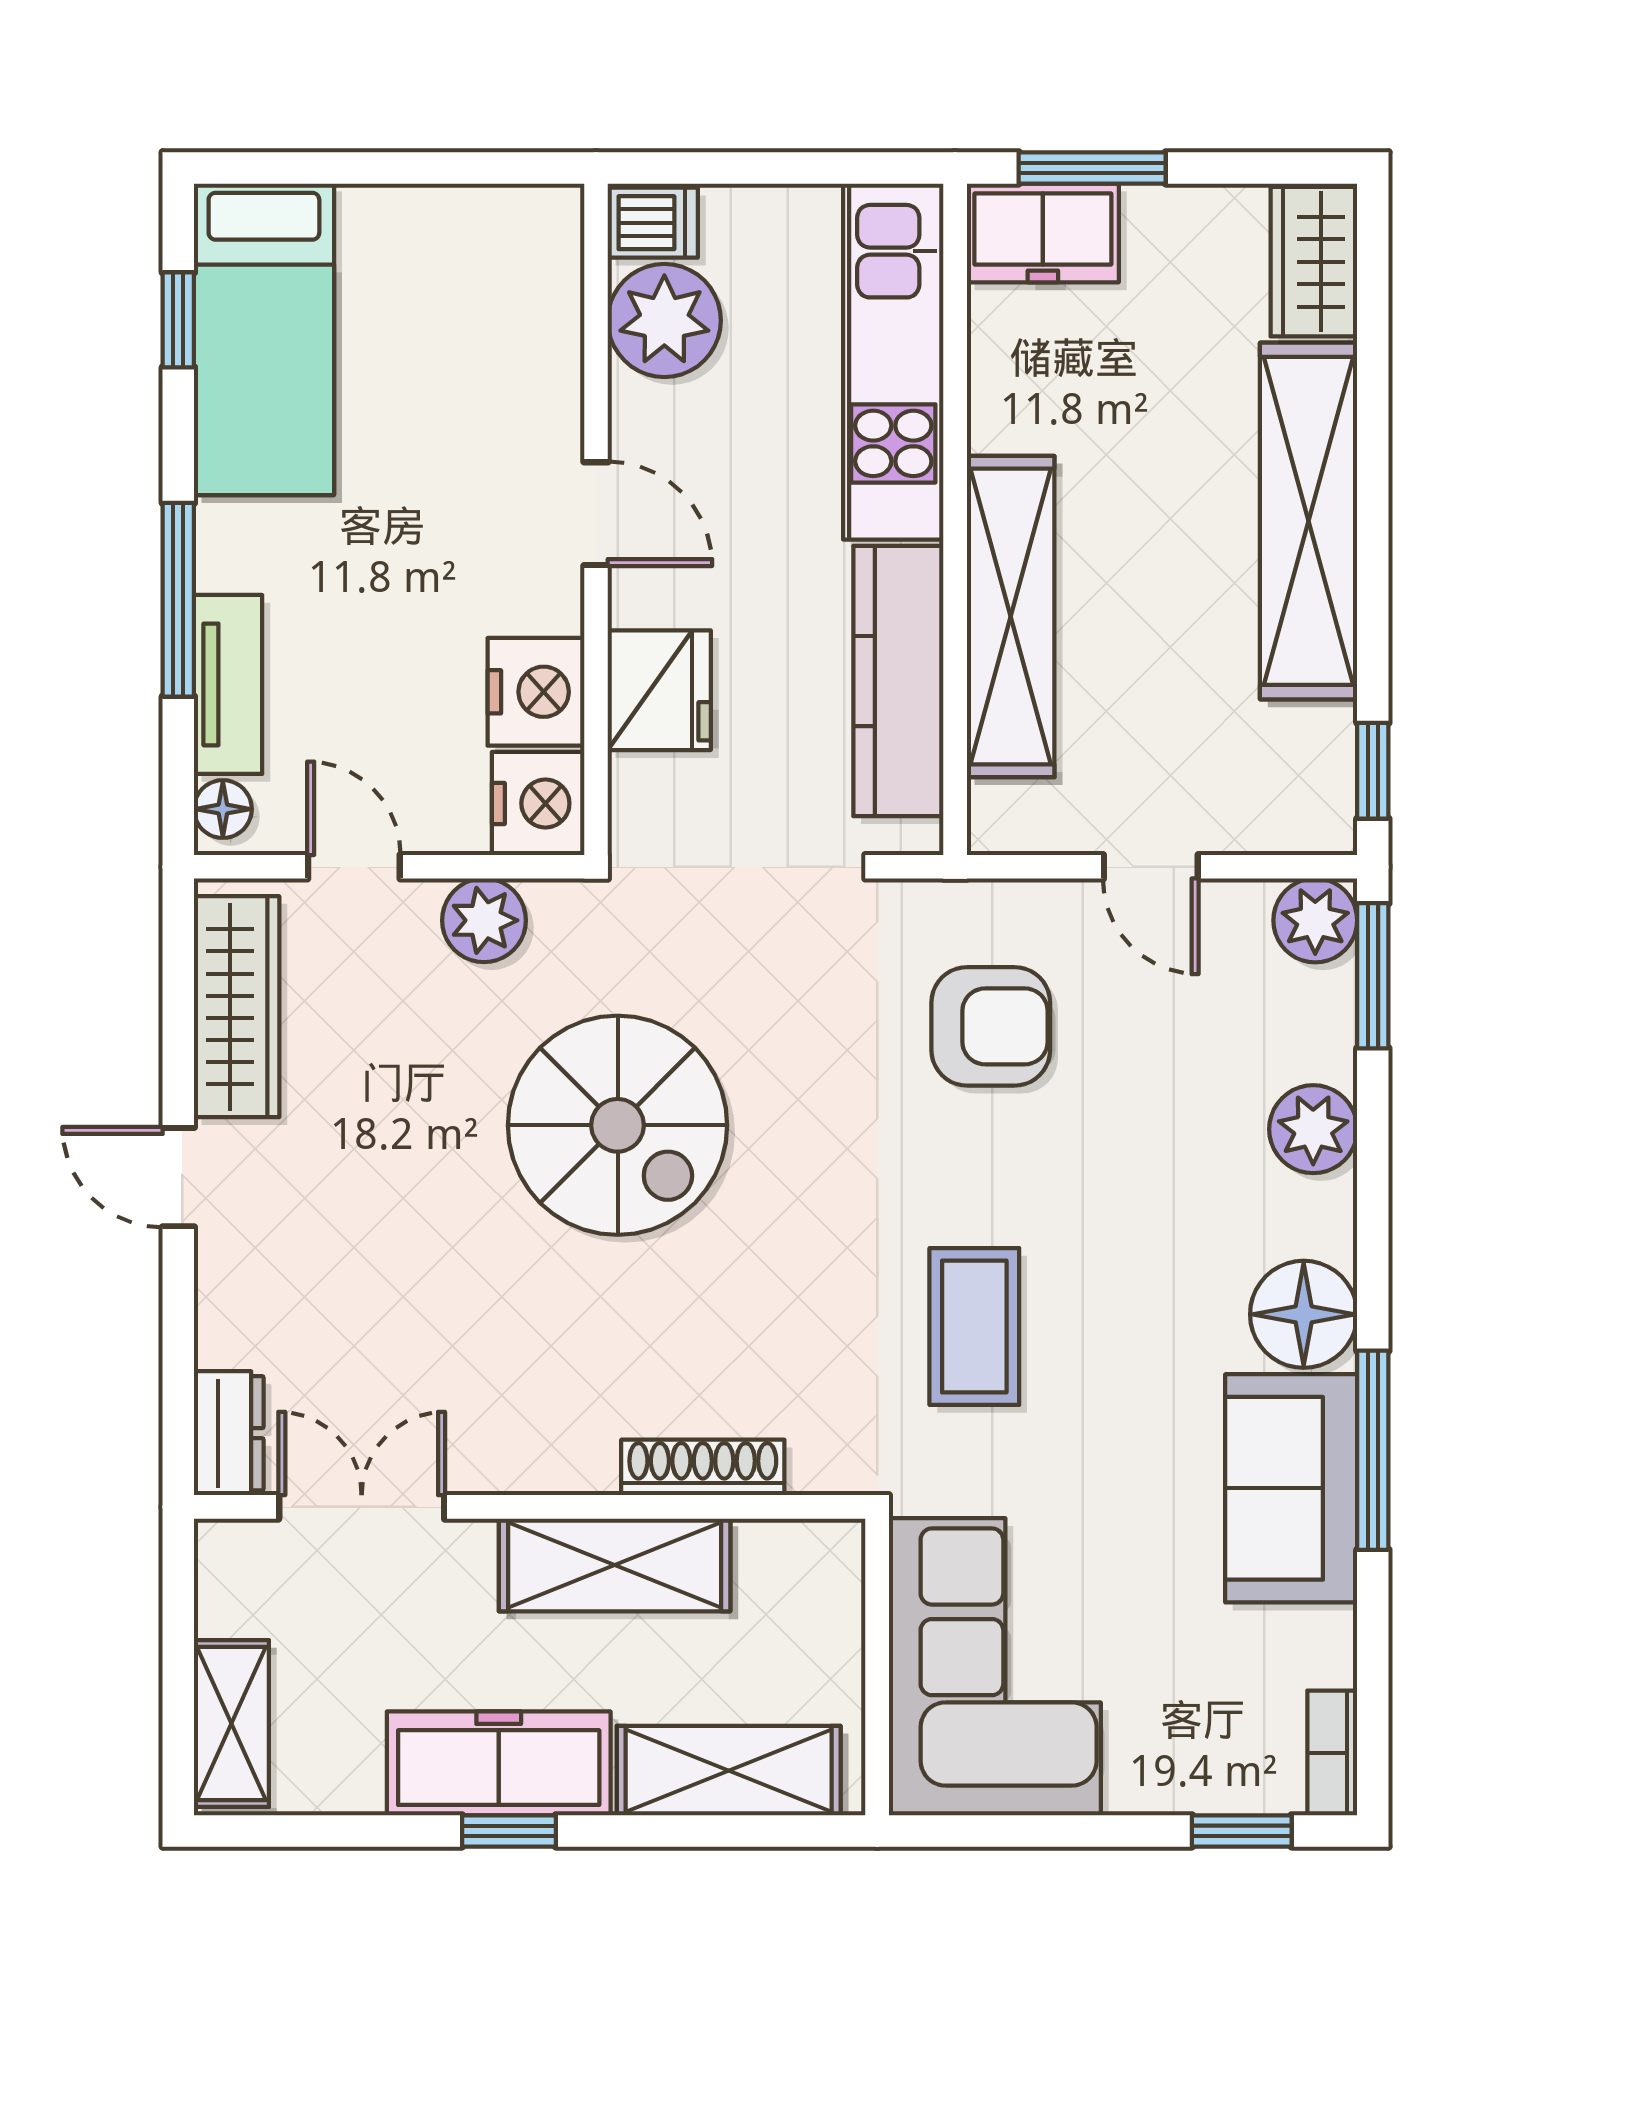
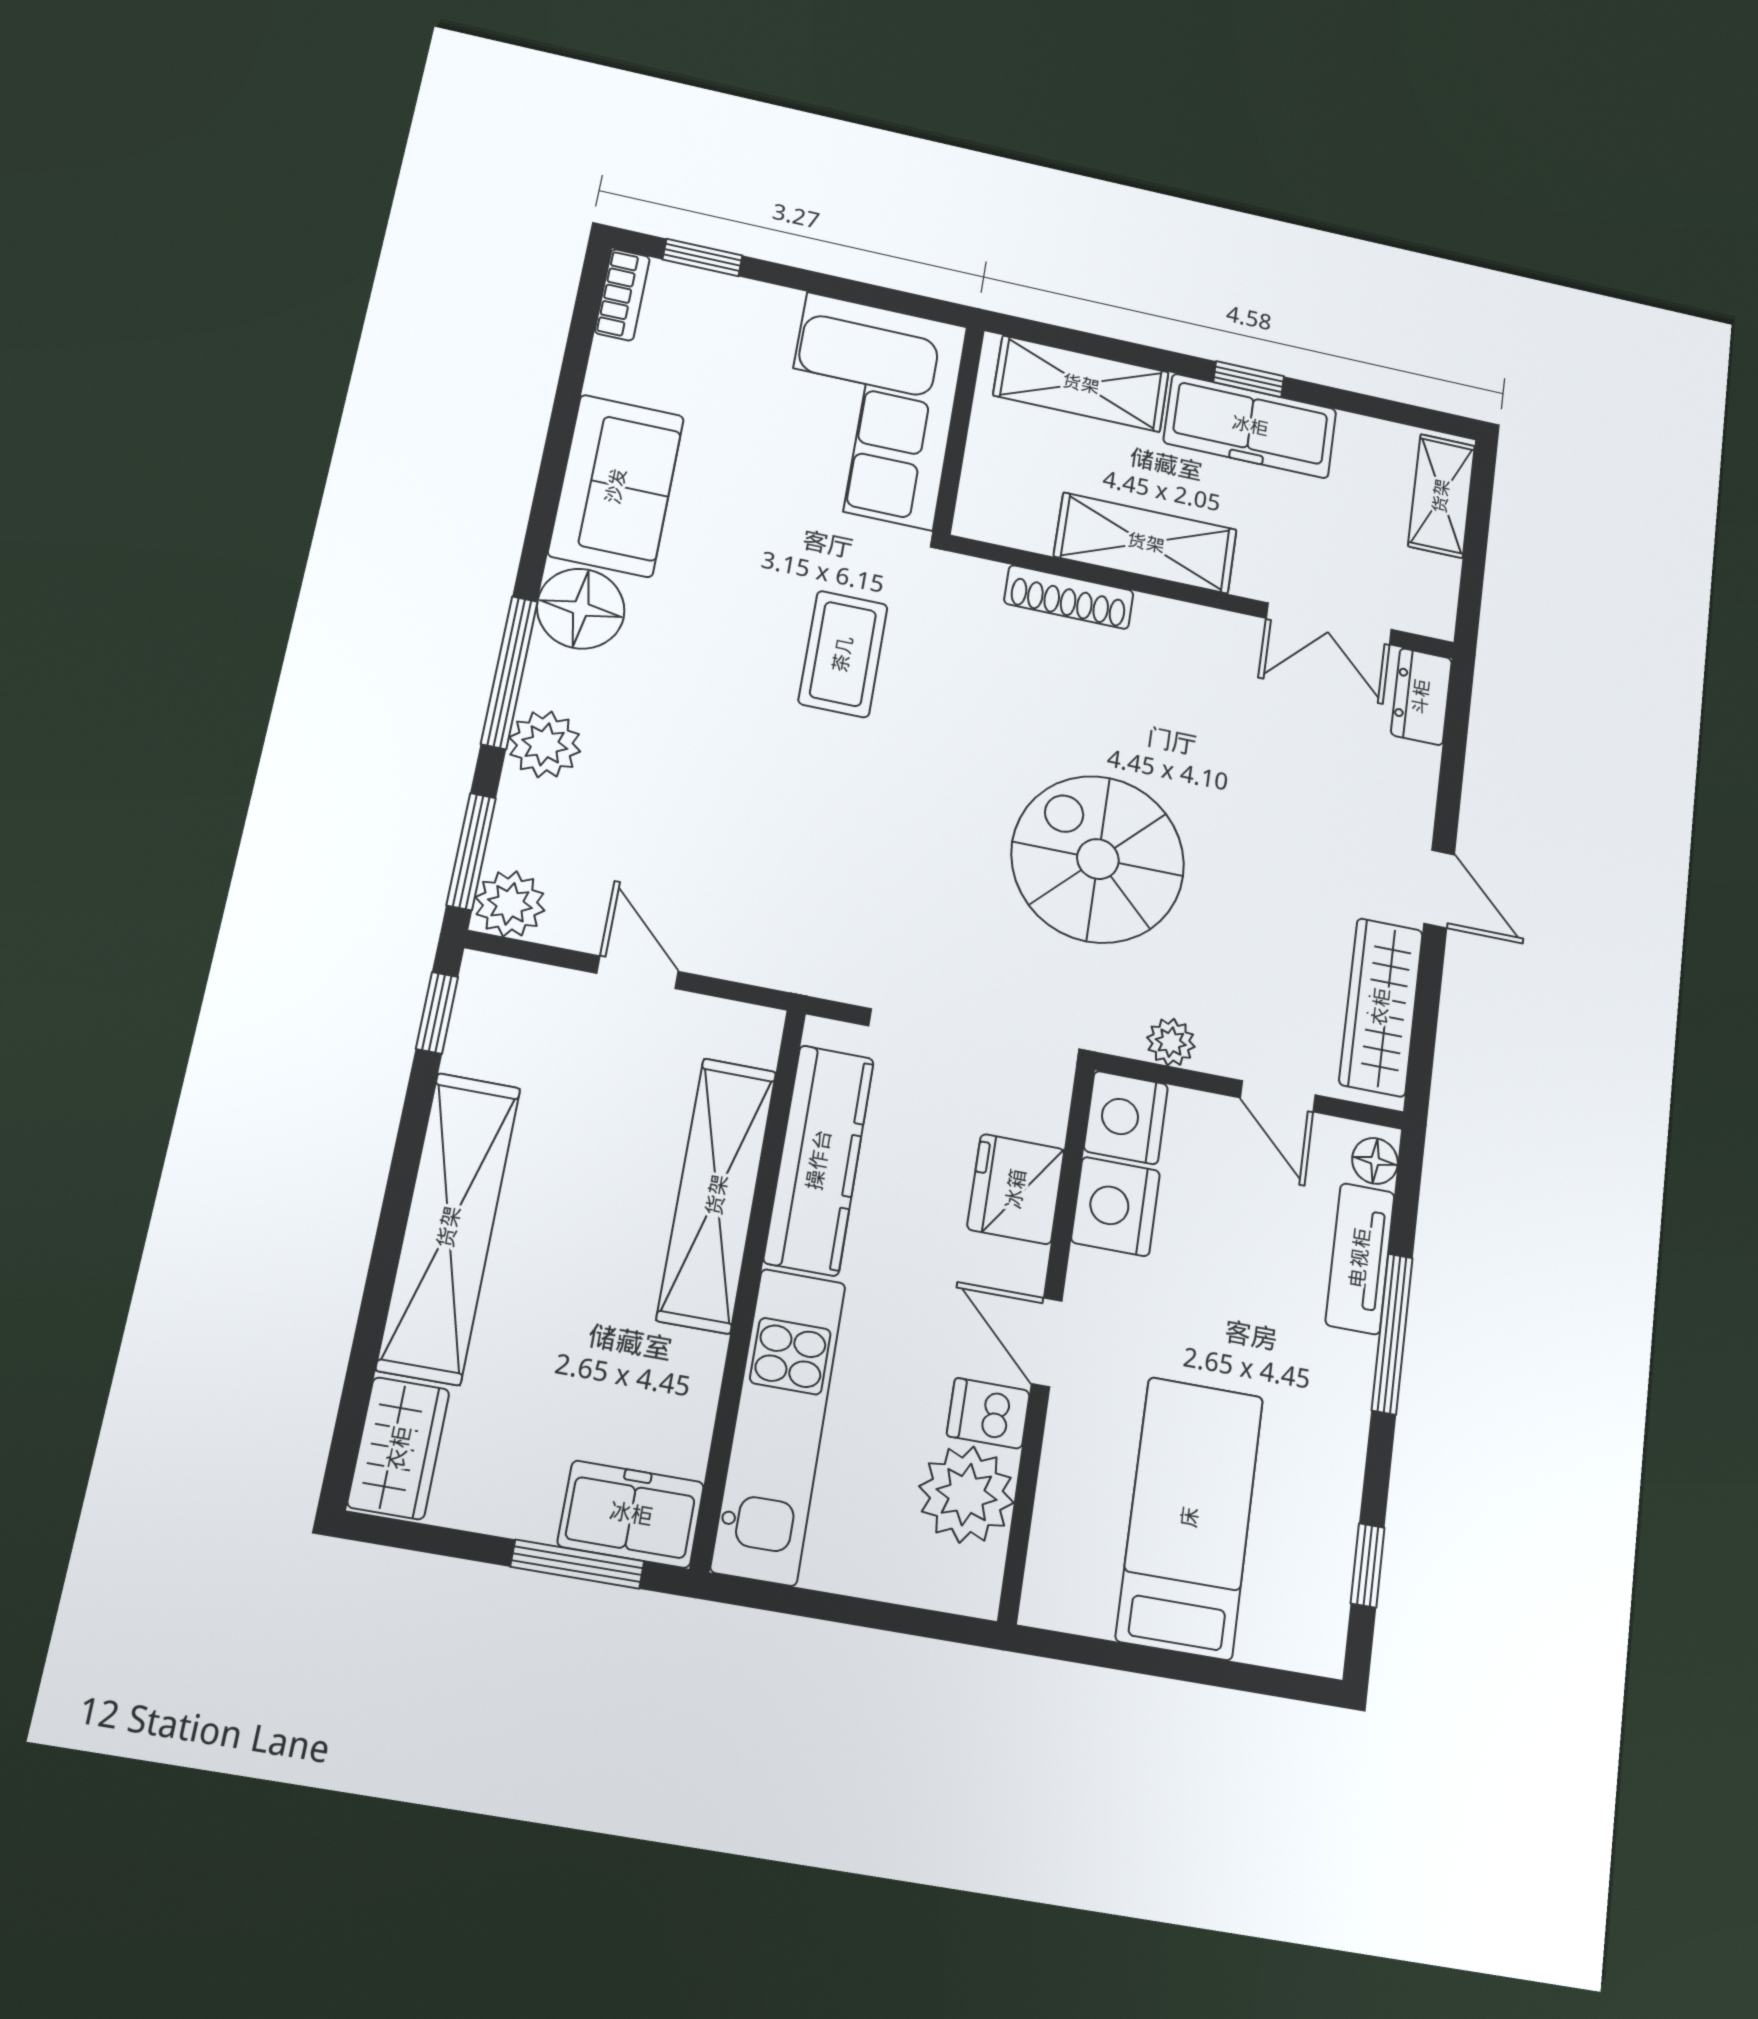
dishwasher: (653, 223) -> (988, 1413), moved
bed: (264, 339) -> (1190, 1517), moved
plant: (484, 920) -> (1171, 1042), width x0.73, depth x0.73
armchair: (991, 1026) -> (791, 874), removed
window: (1373, 1450) -> (509, 672), moved

